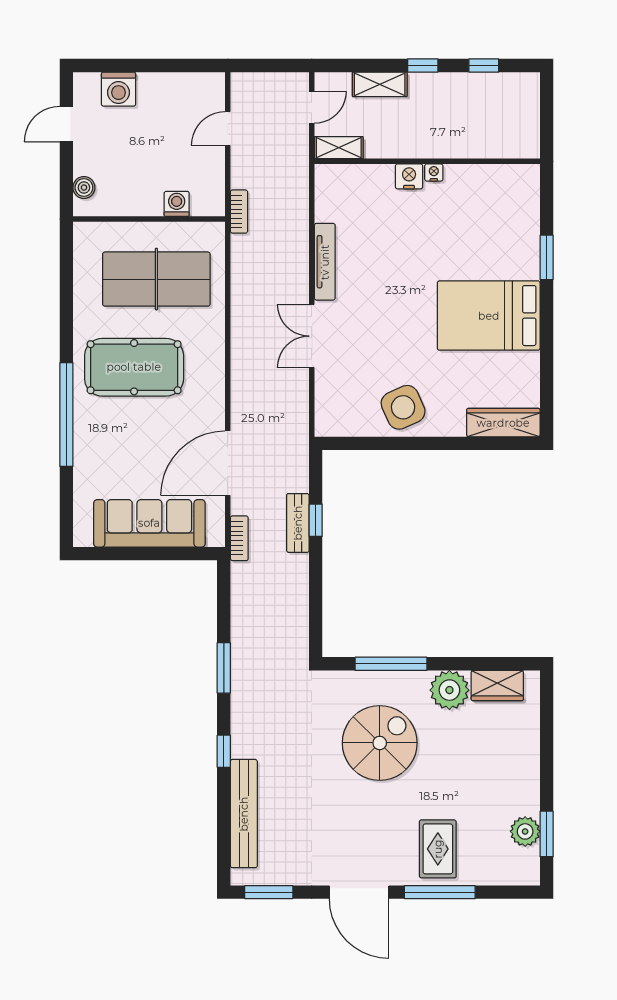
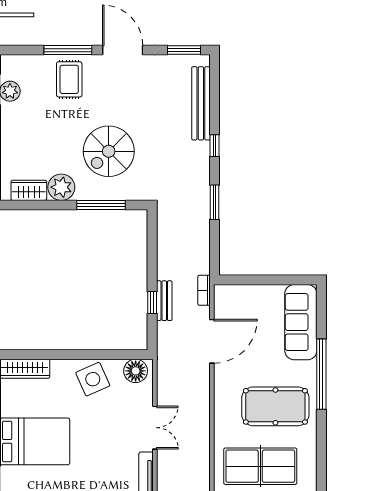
floor lamp: (340, 419) -> (136, 371), added
sofa: (149, 523) -> (301, 322), moved, turned 90

